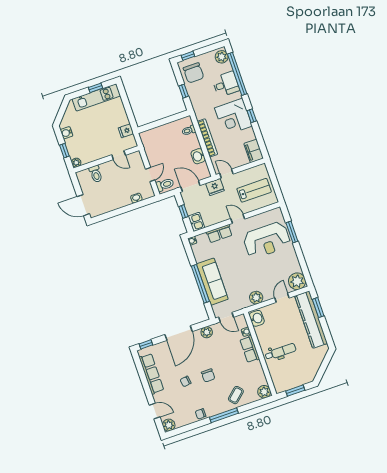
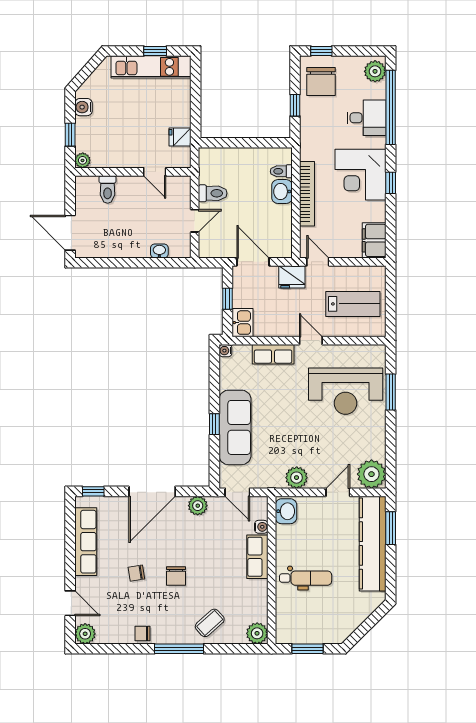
washbasin: (198, 156) -> (282, 192), moved
toilet: (165, 185) -> (213, 193), moved
window: (200, 284) -> (214, 424), width x0.32

